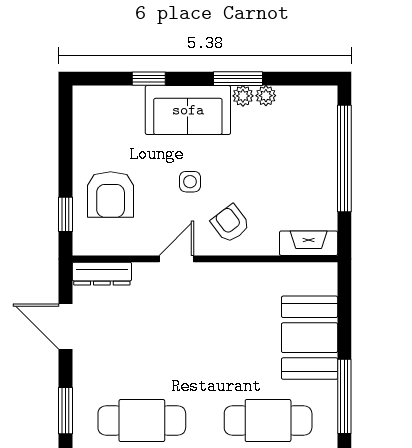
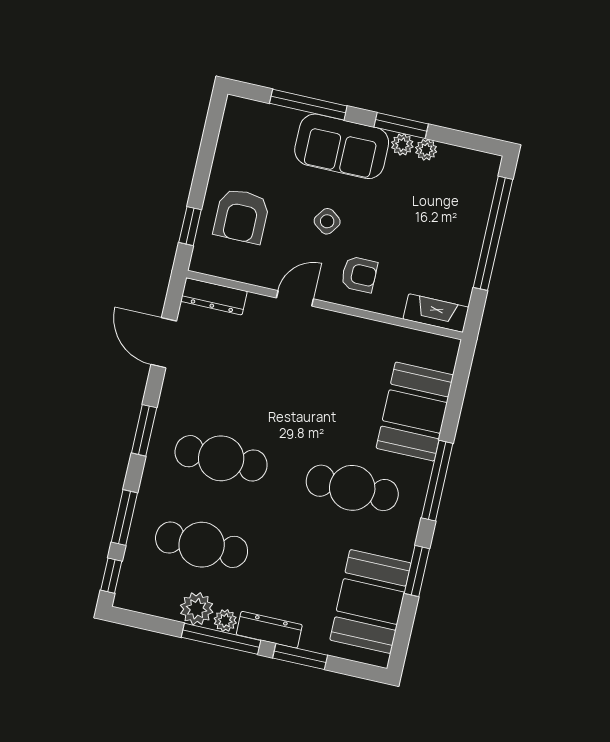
window: (149, 79) -> (308, 105), width x2.17
side table: (190, 182) -> (327, 221), turned 36
armchair: (230, 224) -> (359, 274), turned 127

